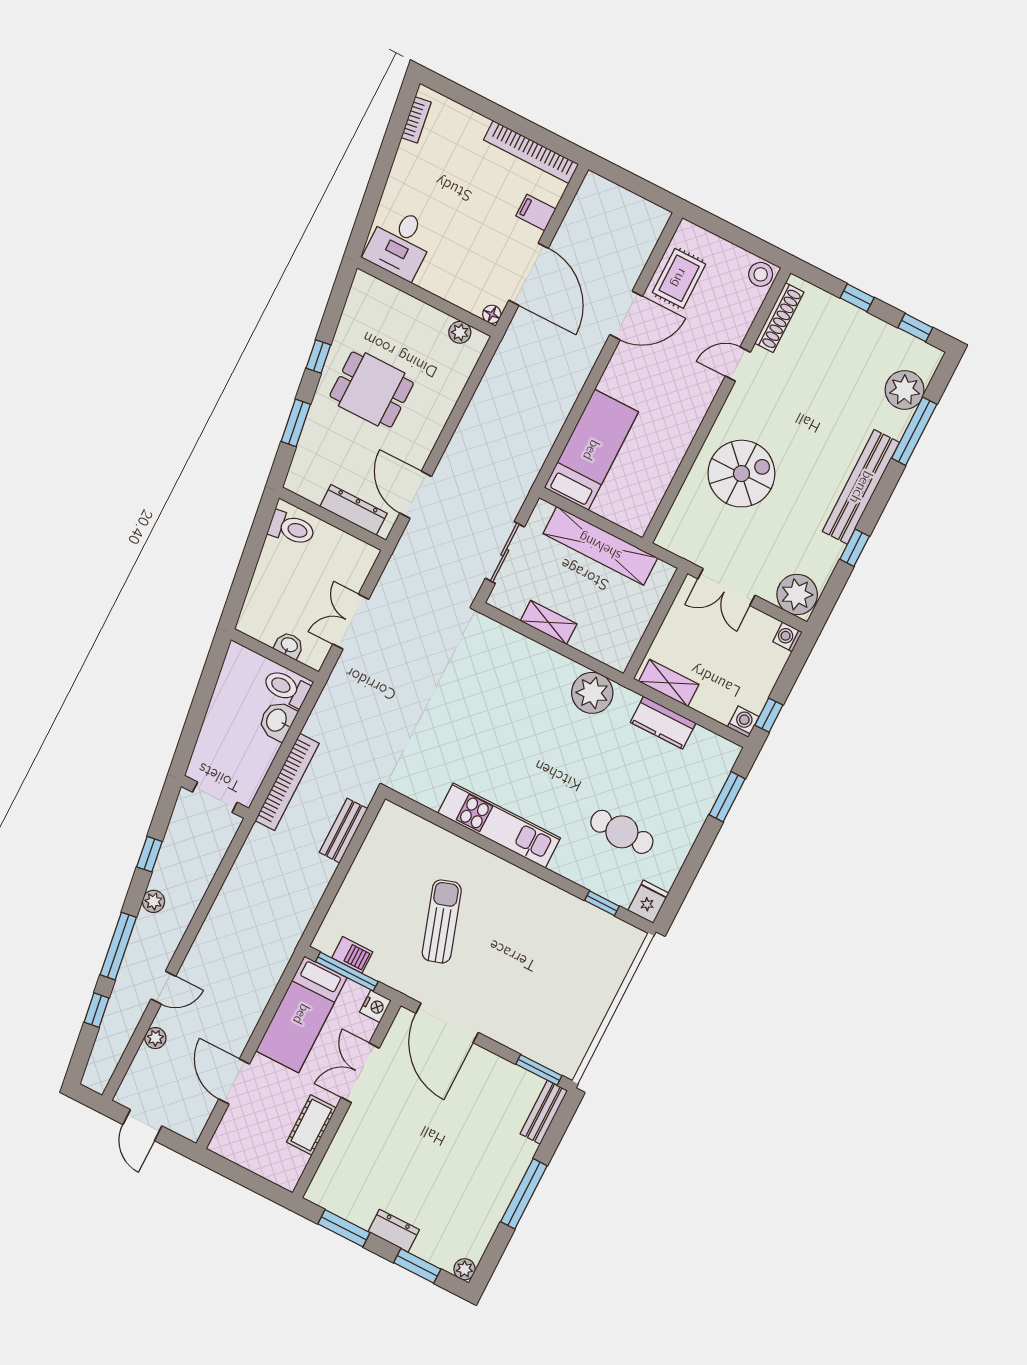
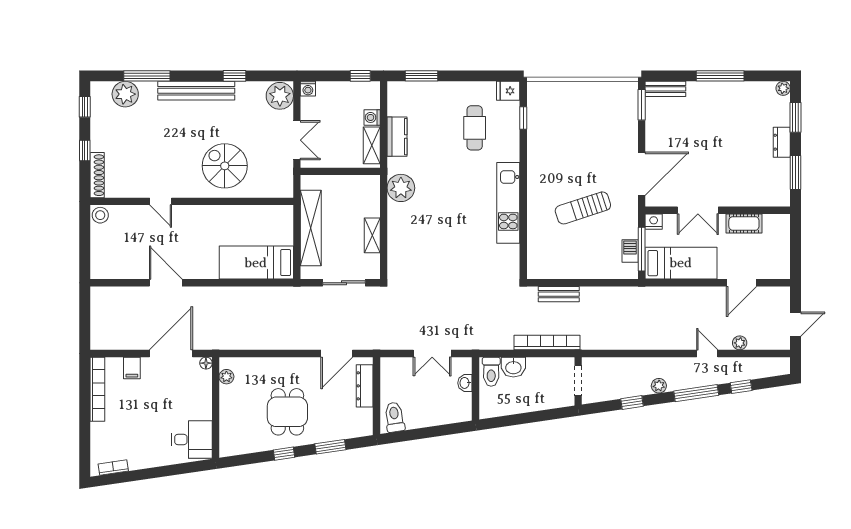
rug: (679, 278) -> (127, 263), removed
shoe rack: (779, 318) -> (97, 175), moved, turned 90
washing machine: (743, 722) -> (372, 117), moved

